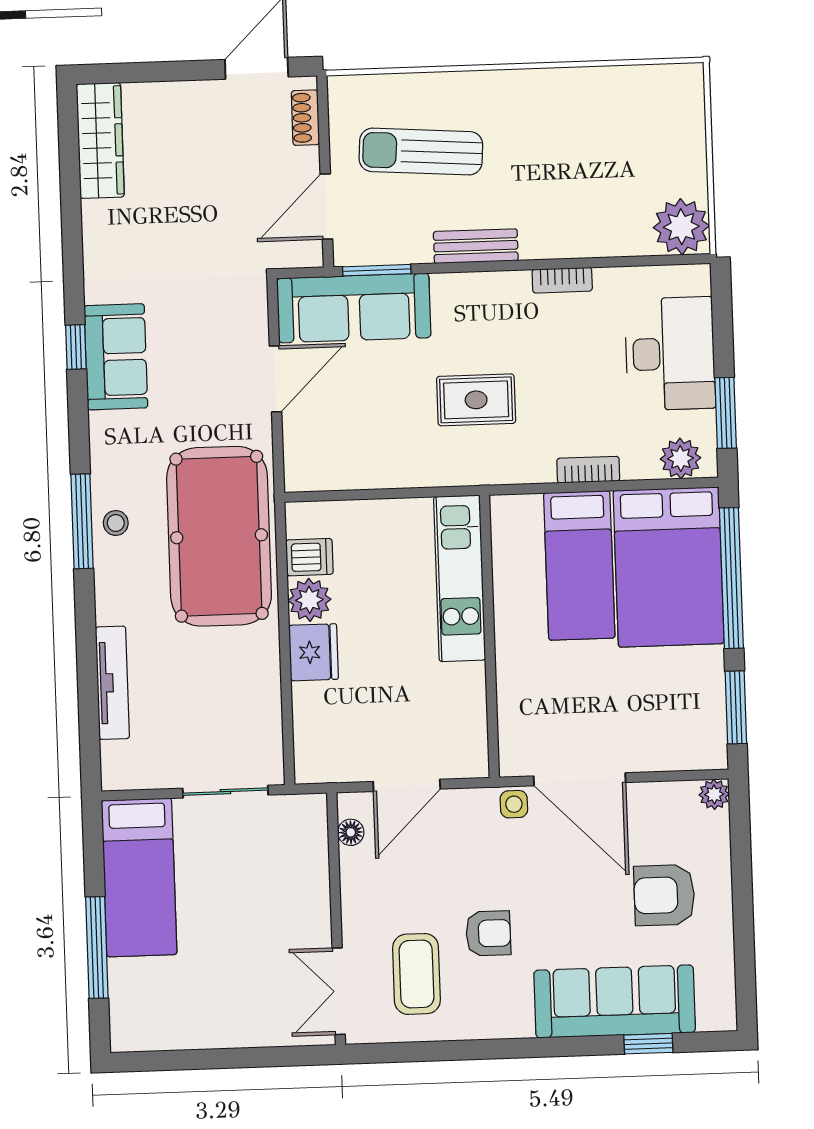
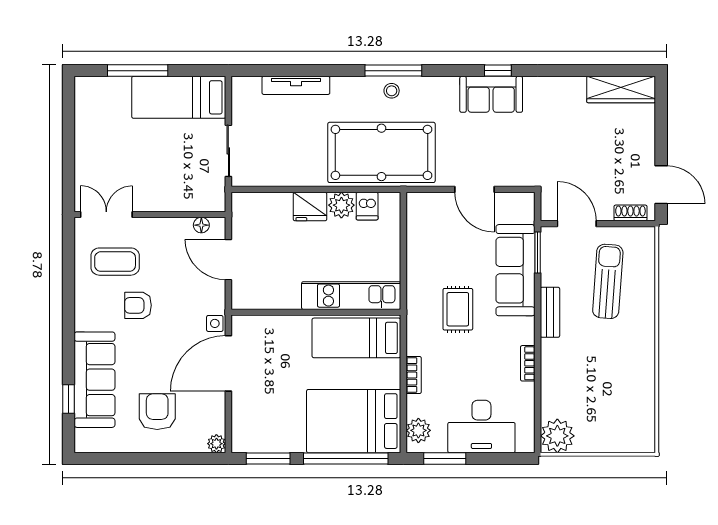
sofa: (354, 308) -> (515, 270), moved
bed: (579, 565) -> (356, 338), moved
armchair: (488, 933) -> (138, 305), turned 90

